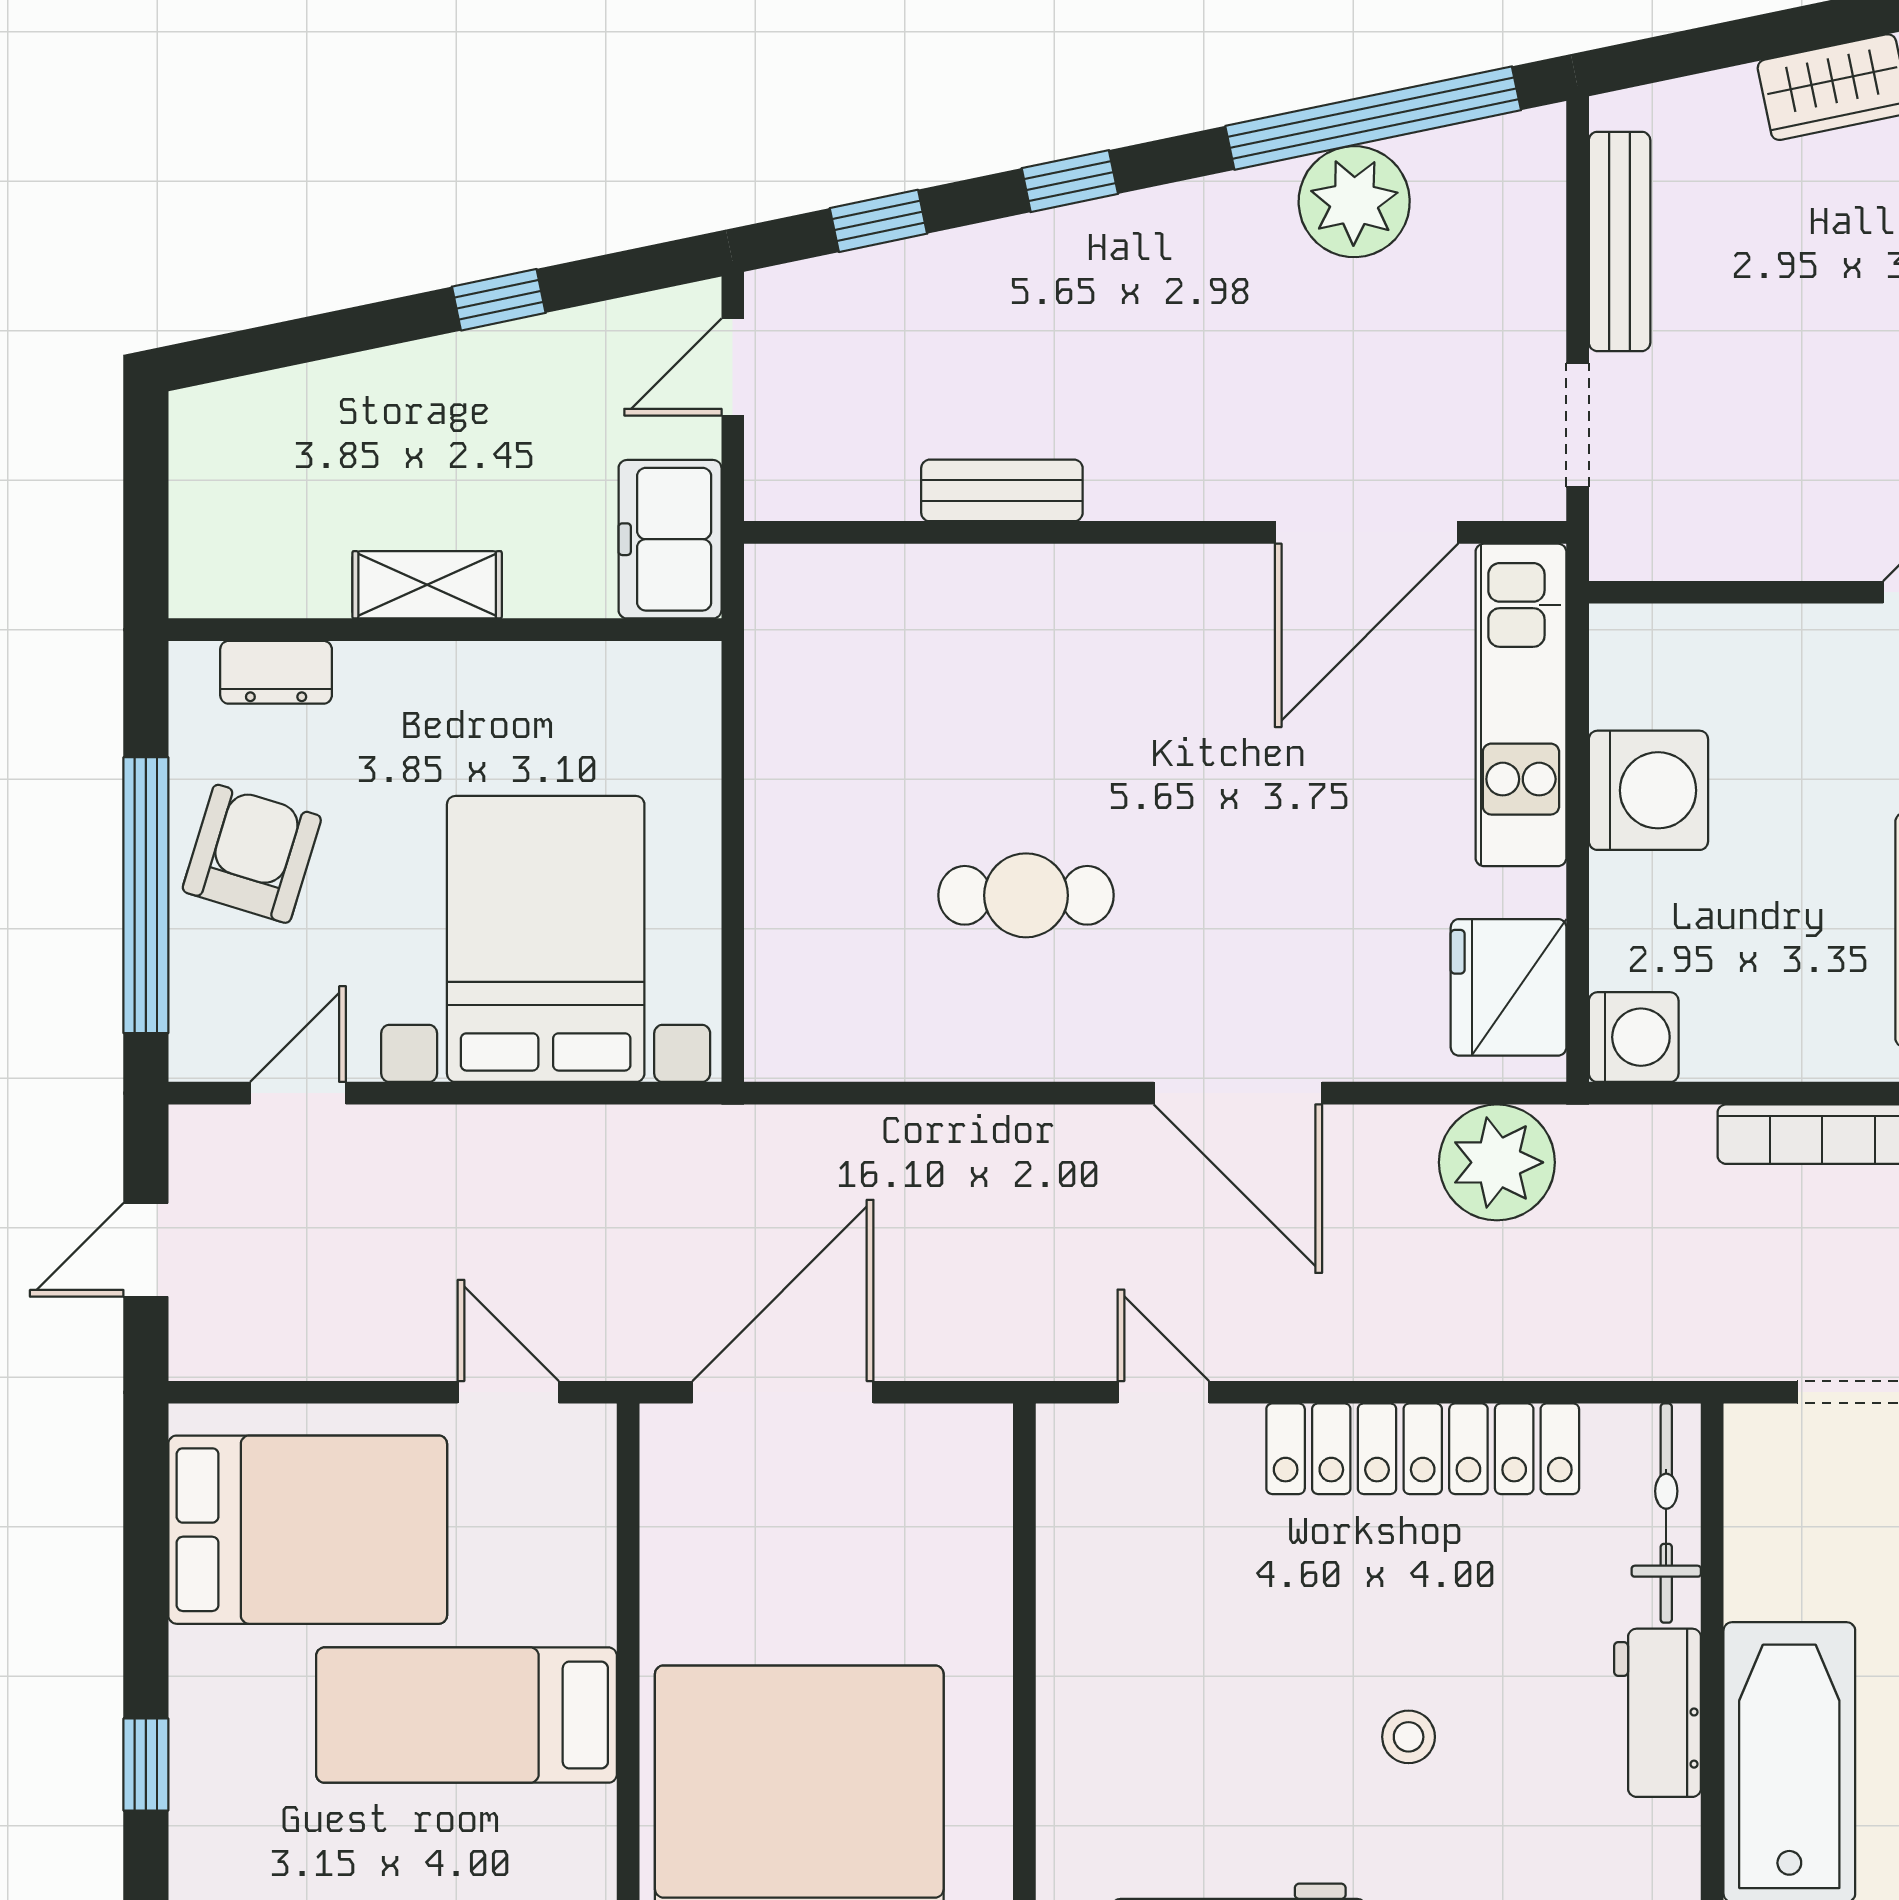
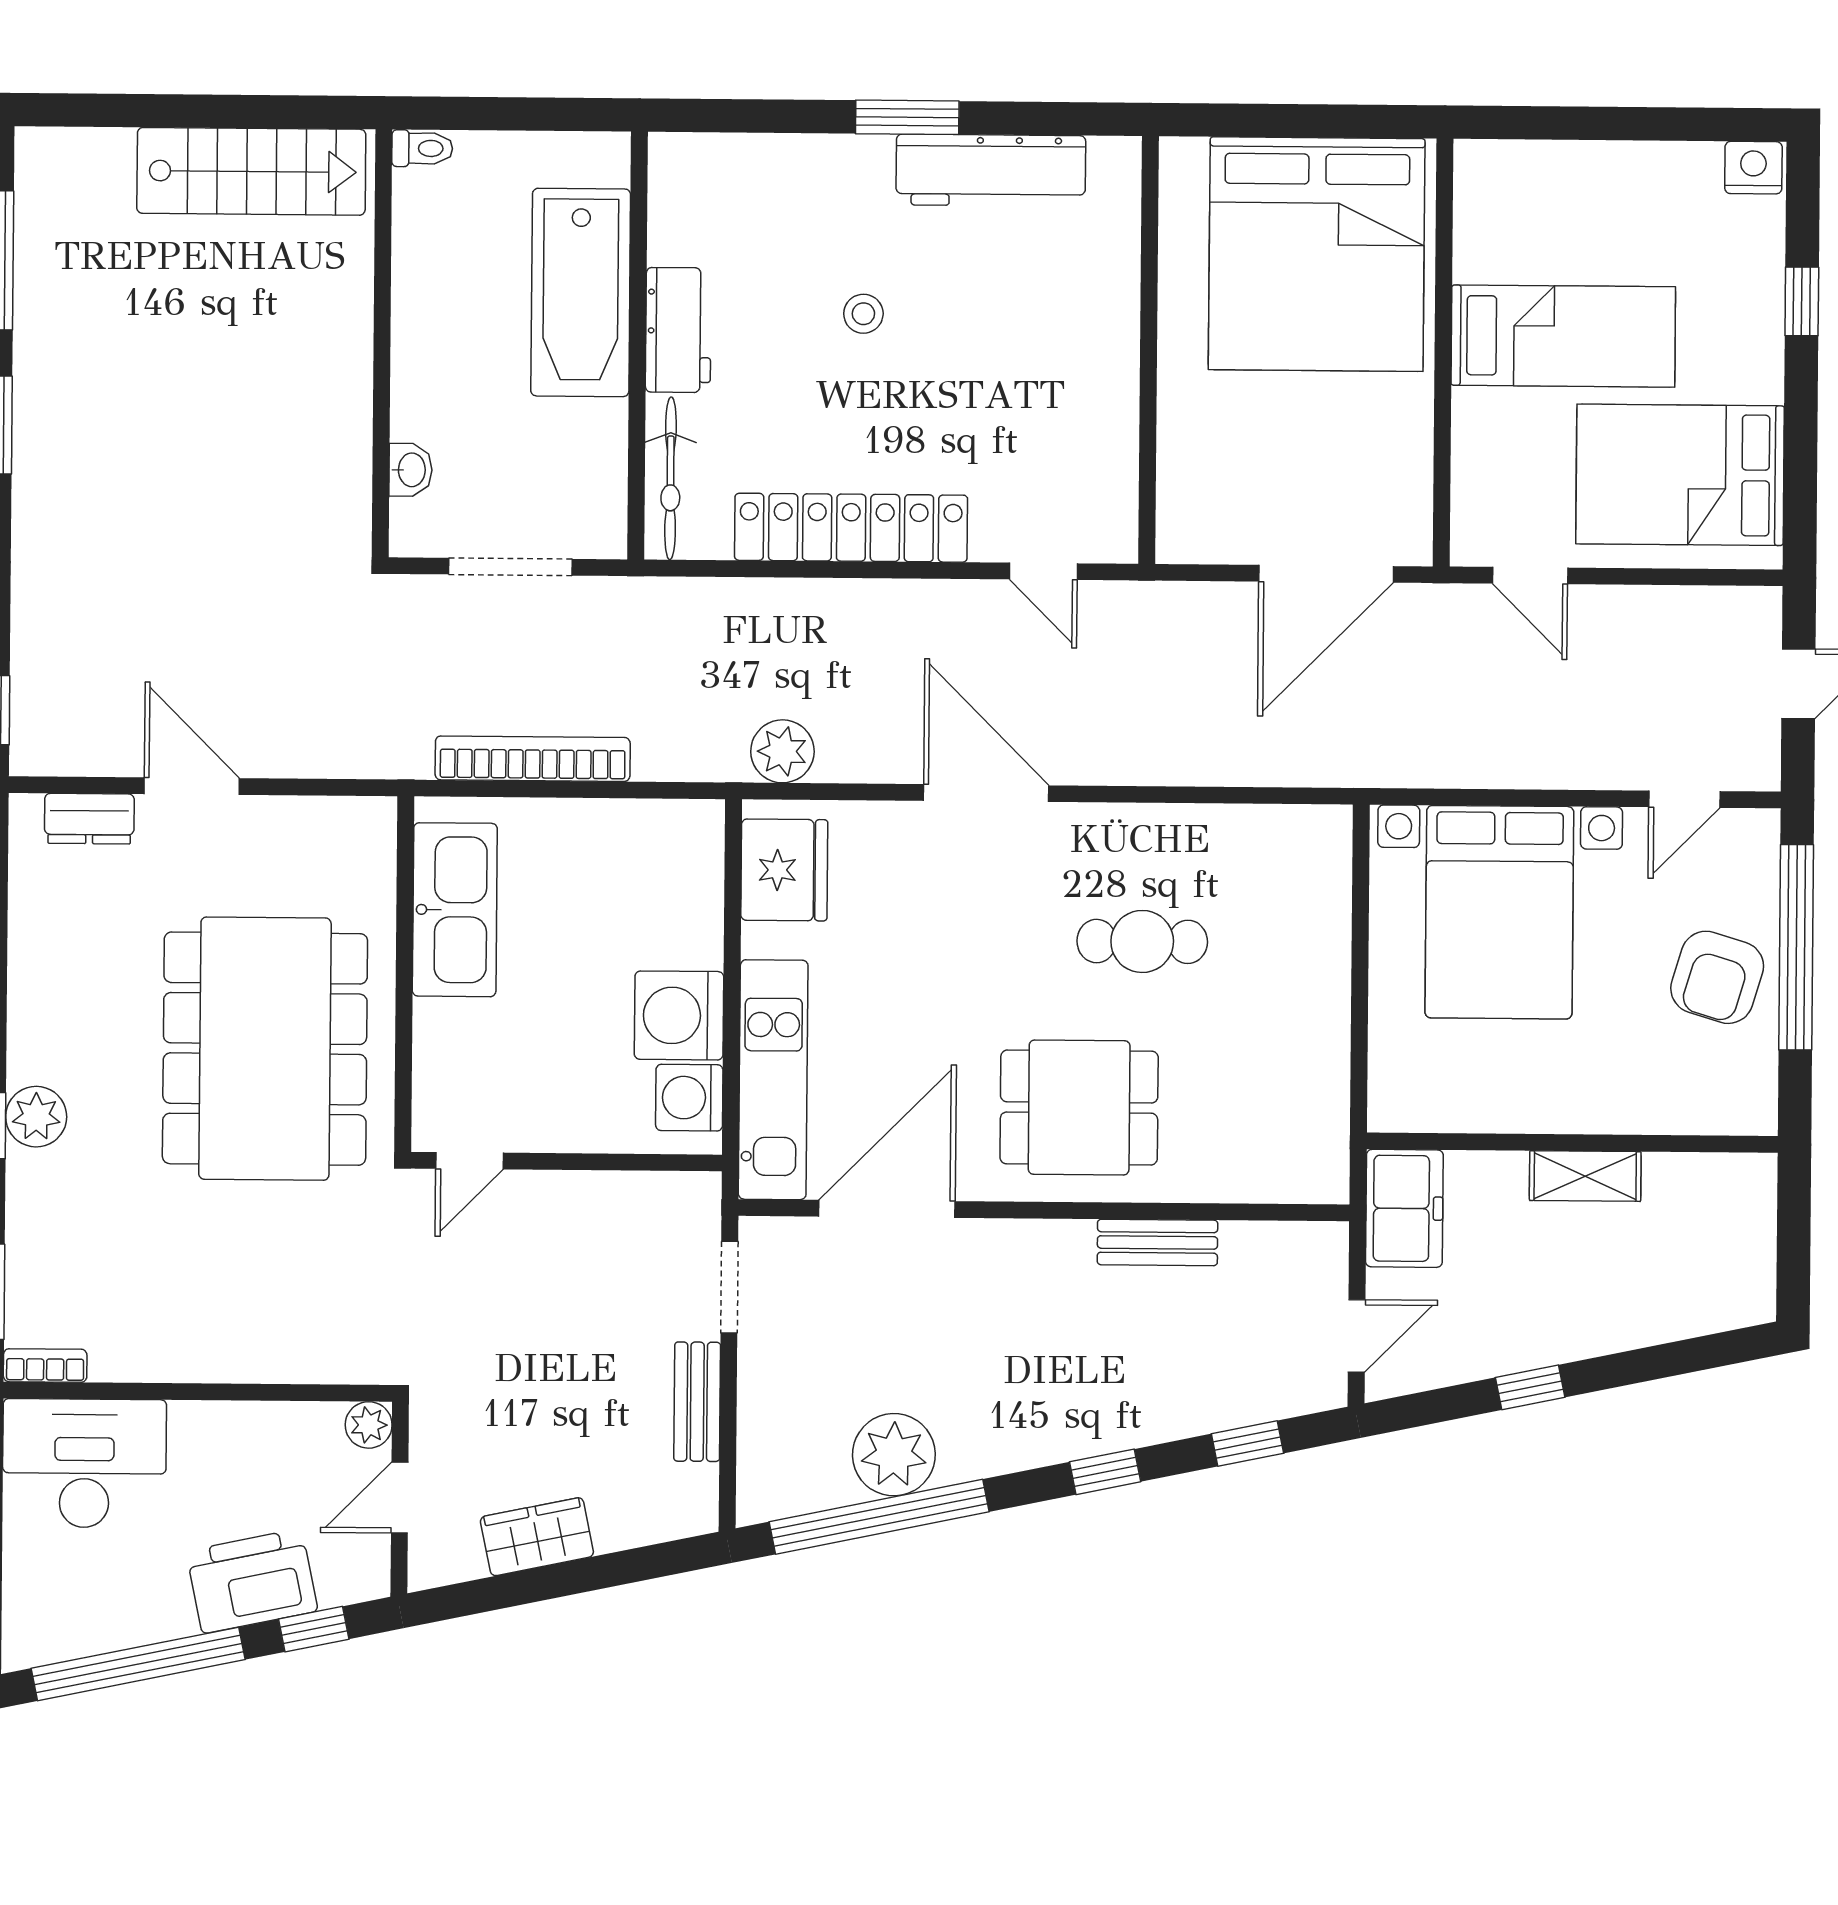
bench: (1620, 241) -> (697, 1402), width x0.73
dining table: (1109, 671) -> (1079, 1107), added
dresser: (276, 672) -> (1698, 1112), removed
washing machine: (1634, 1037) -> (689, 1098), moved
plant: (1497, 1162) -> (782, 751), width x0.73, depth x0.73

